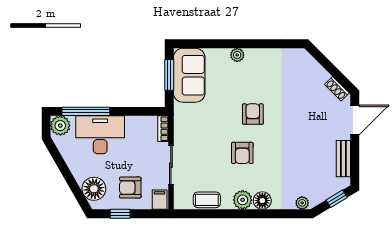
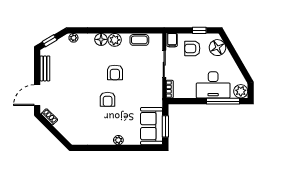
armchair: (242, 153) -> (115, 72), turned 180
armchair: (130, 188) -> (192, 48), turned 180

